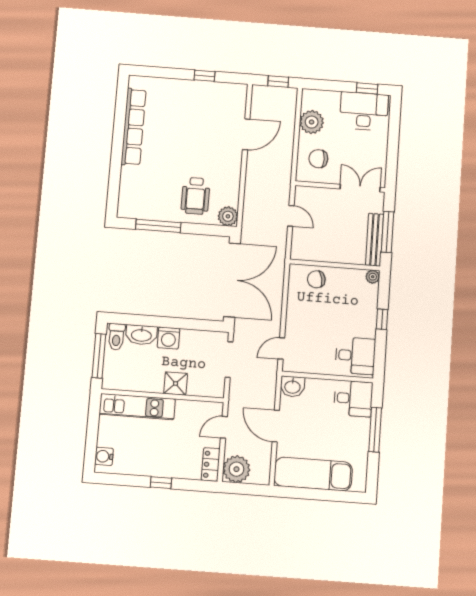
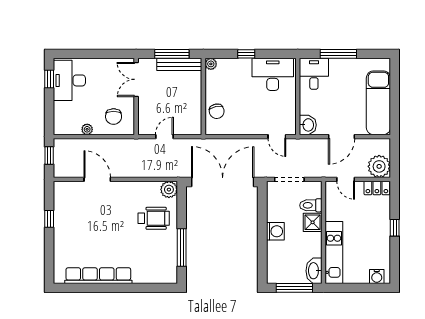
plant: (312, 122) -> (87, 129), width x0.53, depth x0.53
washbasin: (141, 335) -> (314, 271), moved, turned 180
toilet: (116, 337) -> (311, 205), moved, turned 180
desk: (355, 356) -> (273, 74), width x1.37

